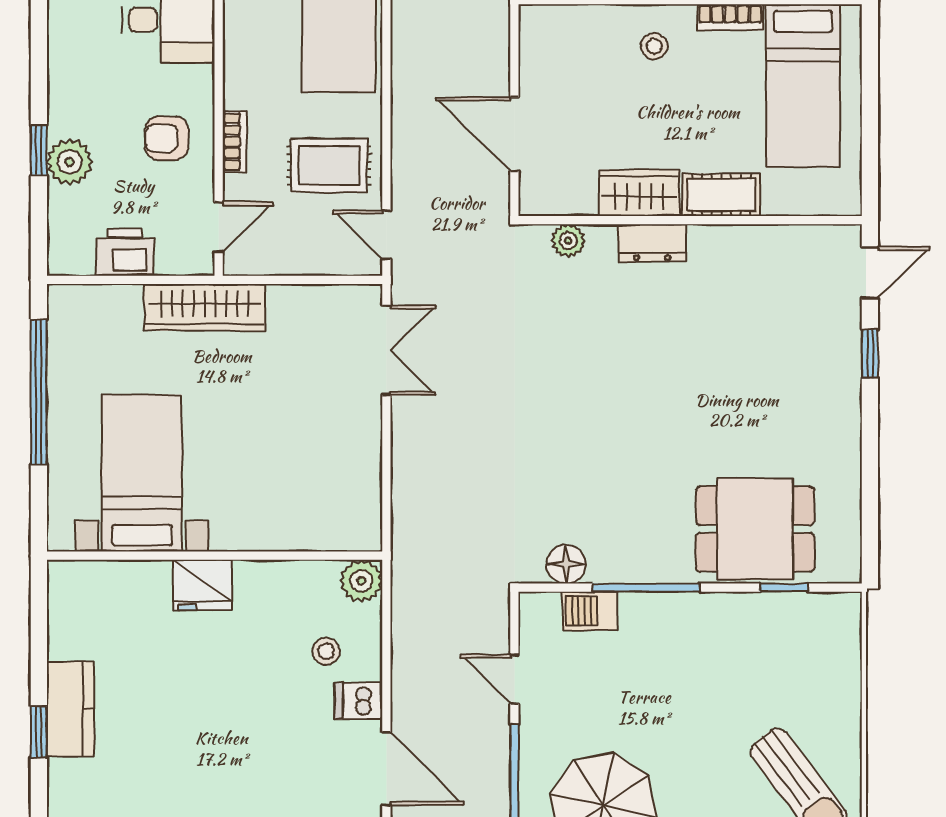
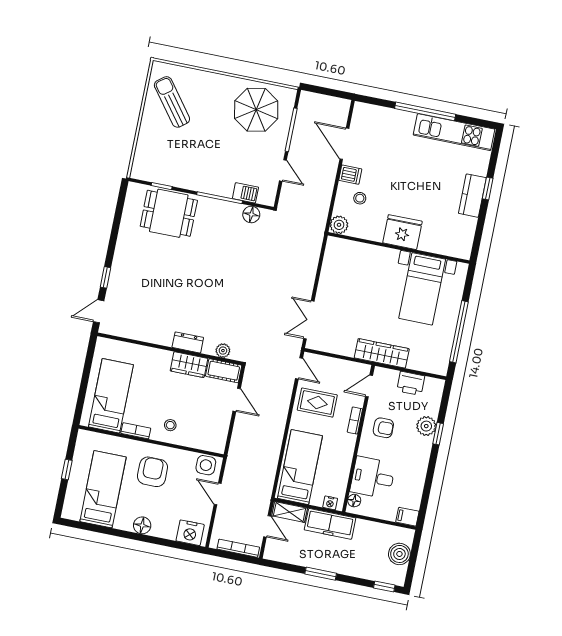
door: (514, 134) -> (237, 400), width x0.73
cot: (721, 195) -> (224, 371), moved
fridge: (203, 585) -> (402, 232), width x1.36, depth x1.34

